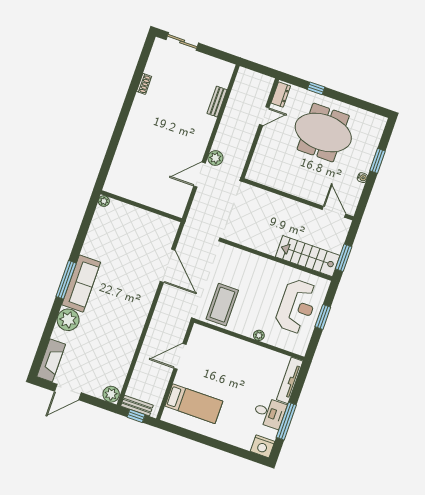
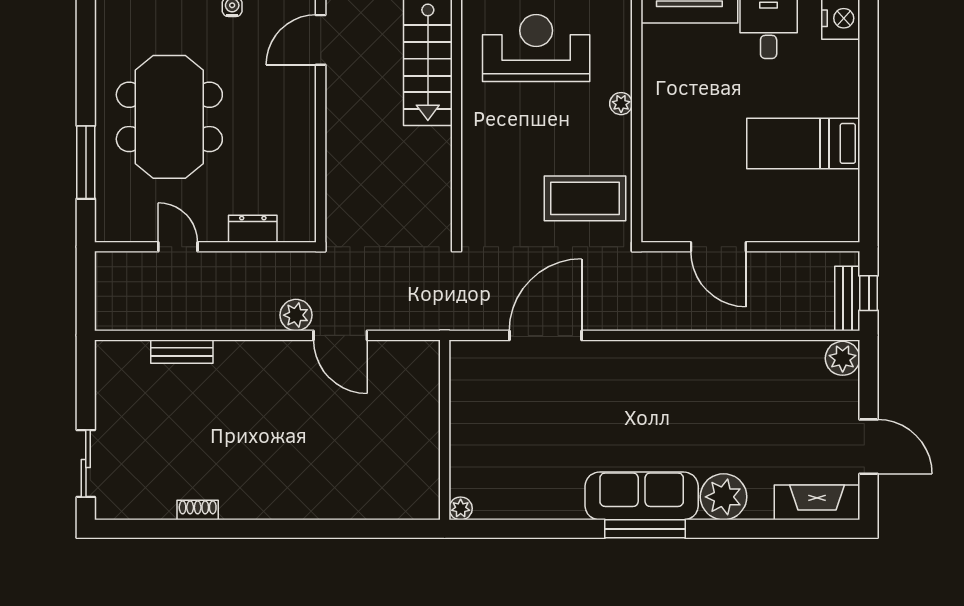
window: (316, 88) -> (86, 162), width x2.17
dresser: (281, 94) -> (253, 229), moved
bed: (194, 404) -> (803, 143), moved, turned -90

